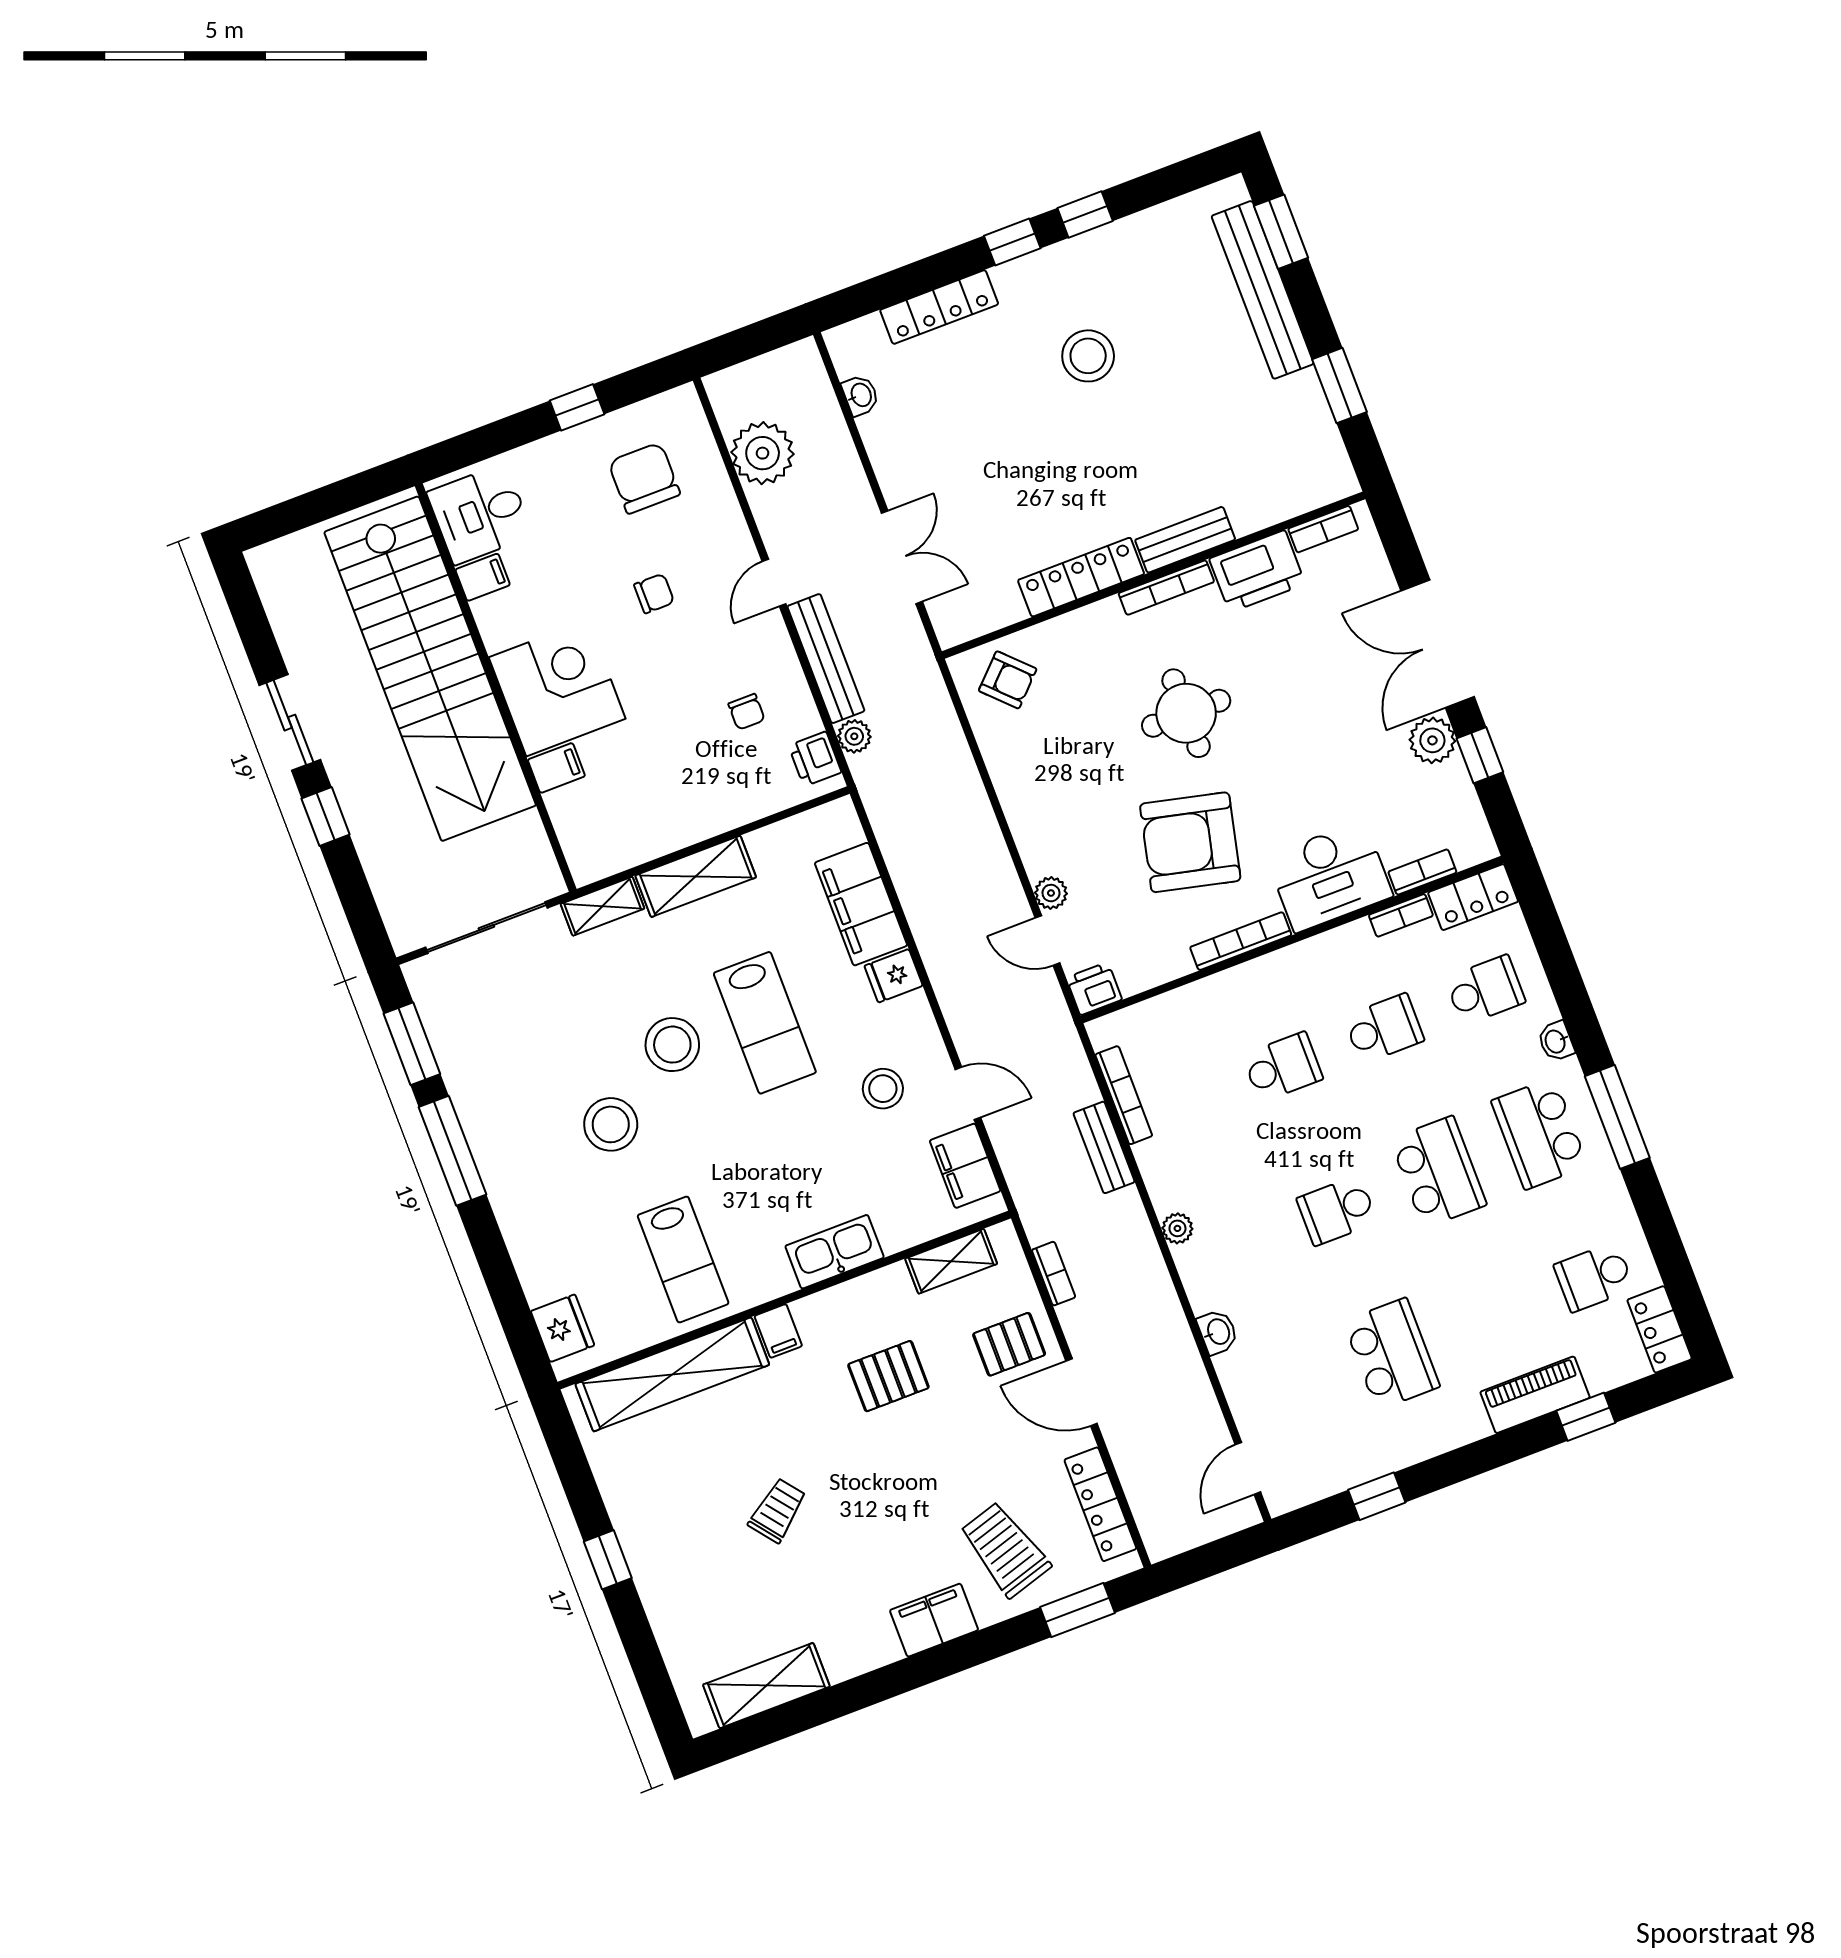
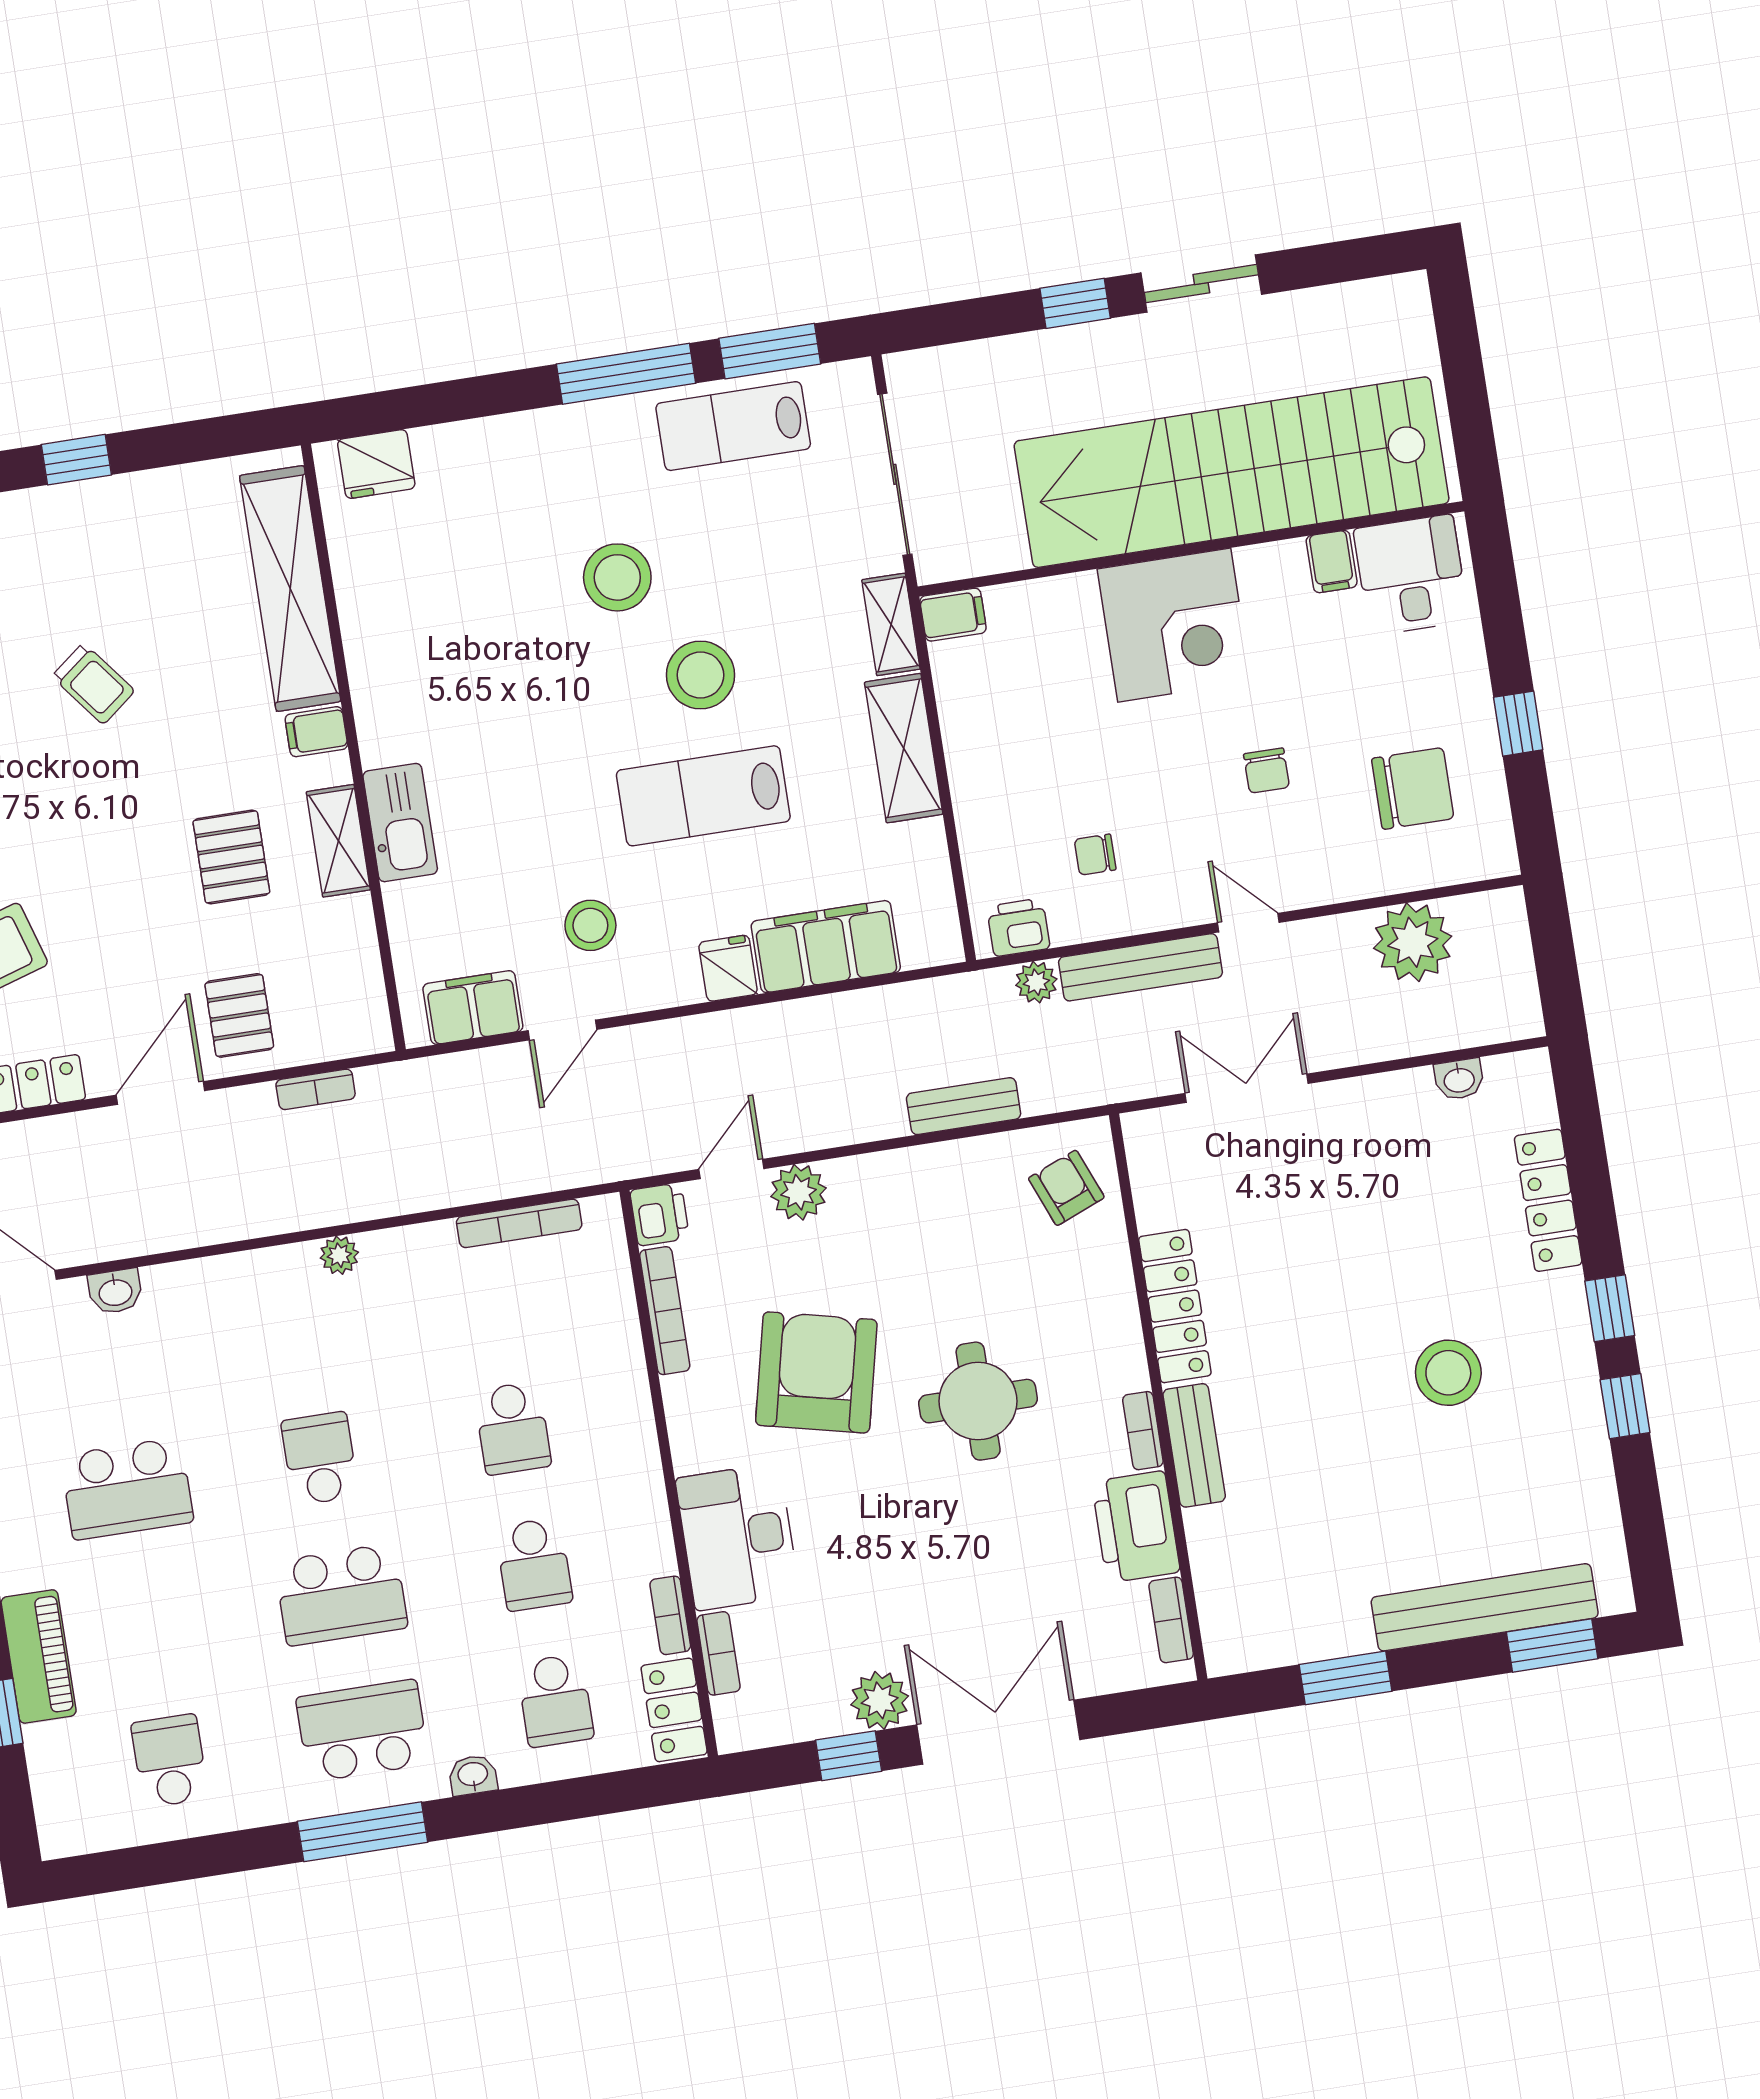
double door: (902, 557) -> (1247, 1088), swing flipped
bookcase: (1166, 588) -> (1143, 1431), width x0.64
armchair: (1008, 680) -> (1066, 1188), turned 113
filing cabinet: (556, 768) -> (953, 615), moved, turned -90
plant: (1051, 893) -> (799, 1192), width x1.38, depth x1.38
bookcase: (1241, 941) -> (665, 1311), moved
bench: (1104, 1147) -> (964, 1106), moved
lab bench: (683, 1260) -> (733, 426), moved
shelving: (951, 1261) -> (338, 841), moved
locker: (1660, 1329) -> (87, 1829), removed
washbasin: (1218, 1332) -> (115, 1291), moved

